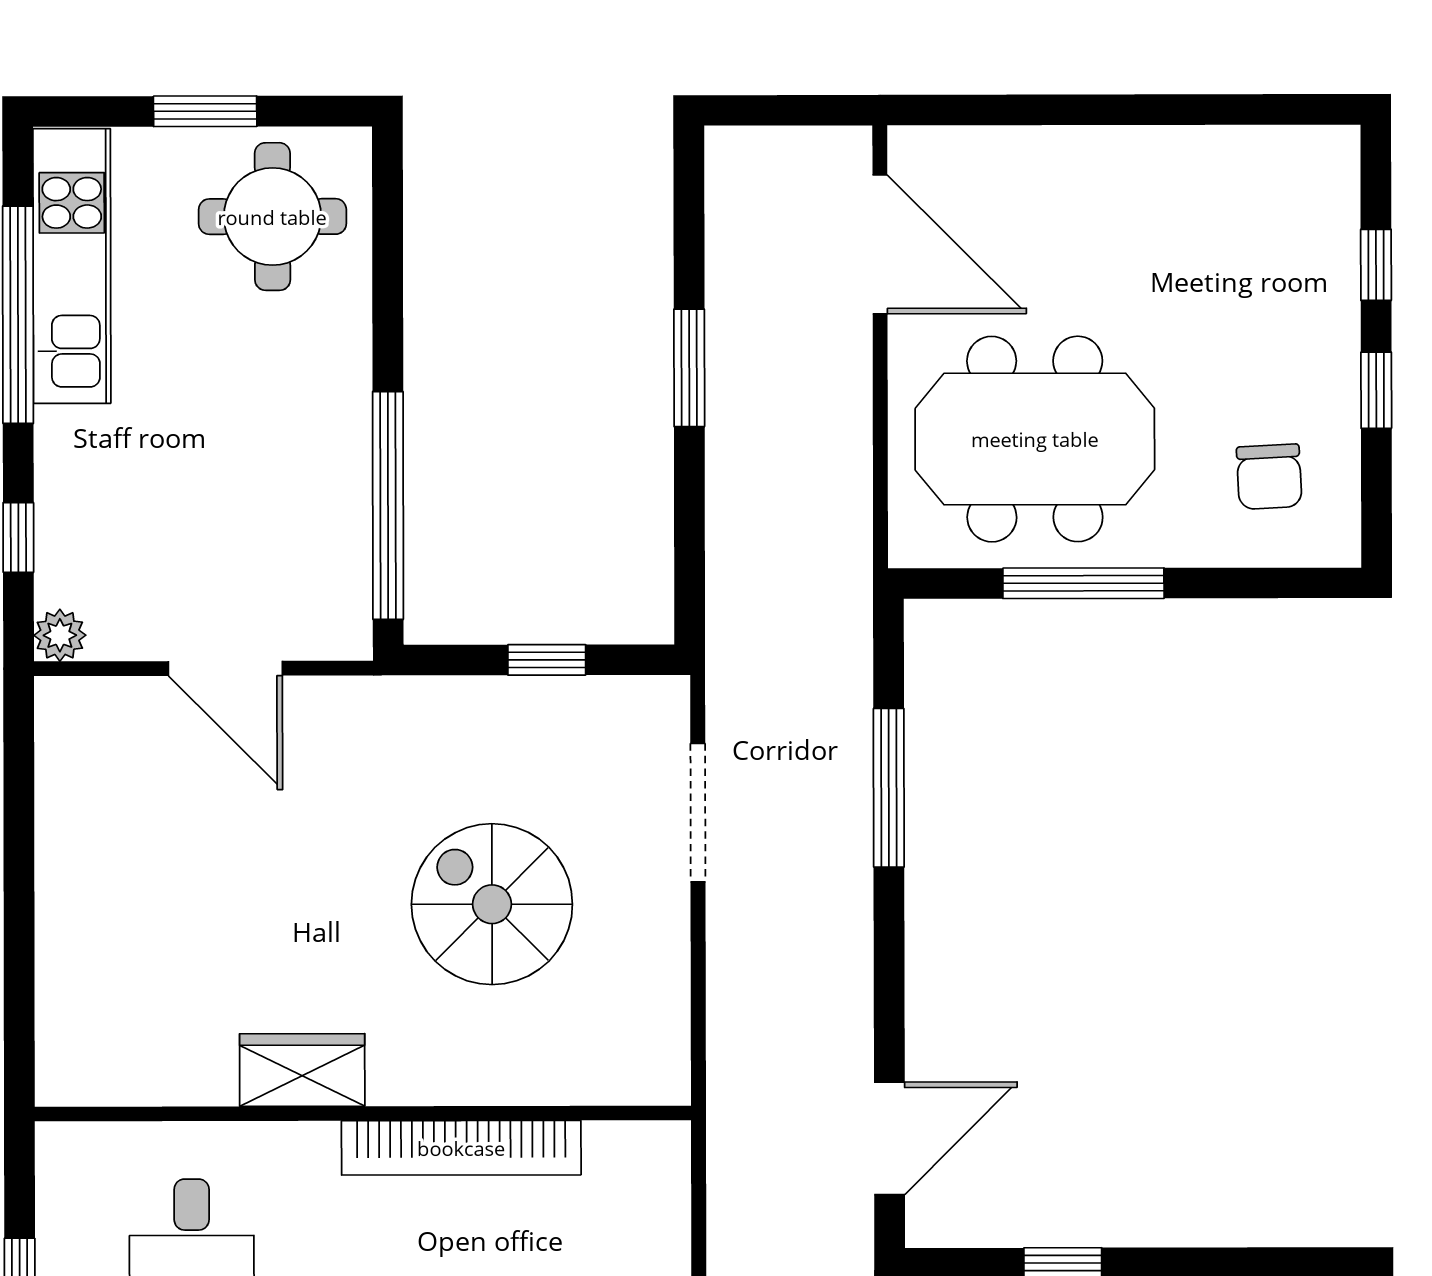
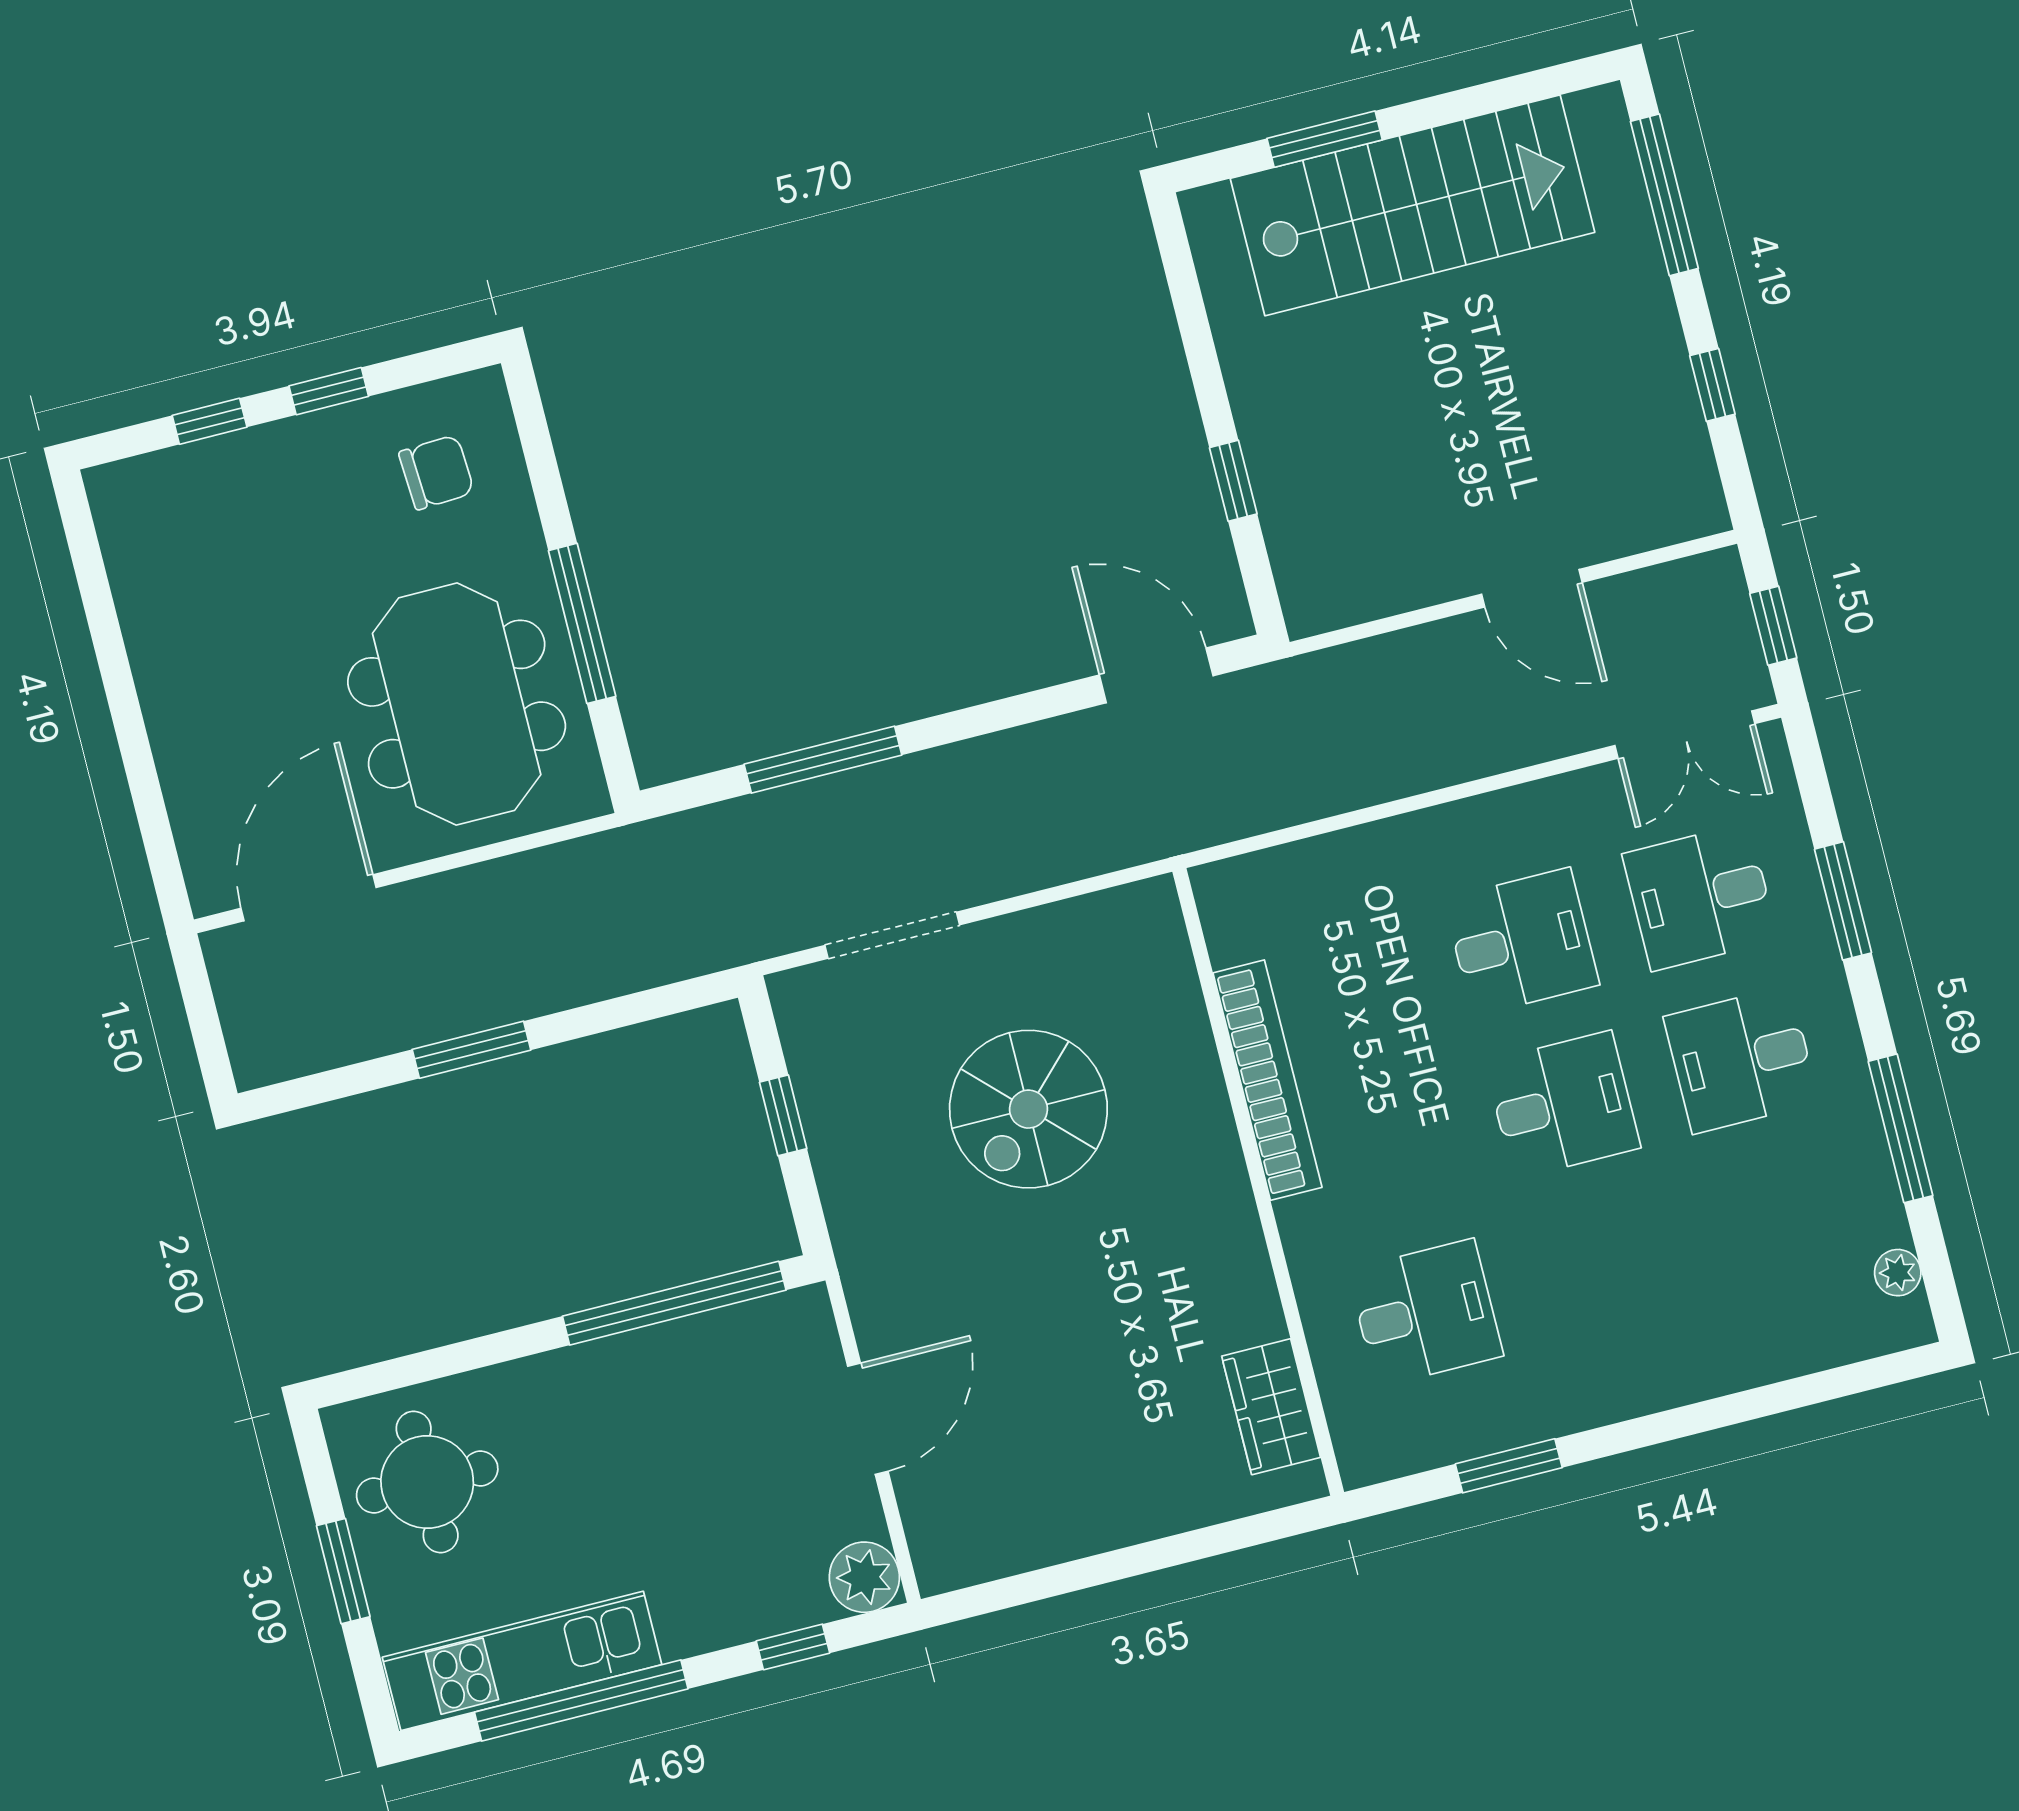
plant: (60, 635) -> (864, 1577), width x1.38, depth x1.38
wardrobe: (302, 1070) -> (1271, 1407), moved

